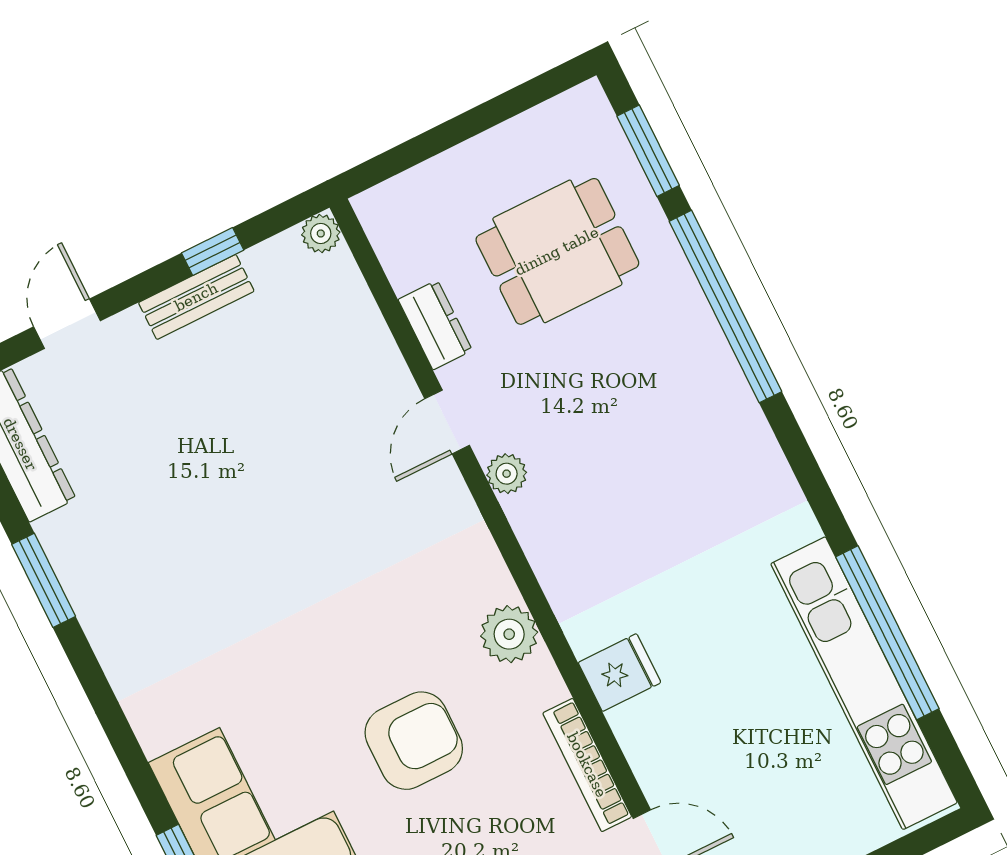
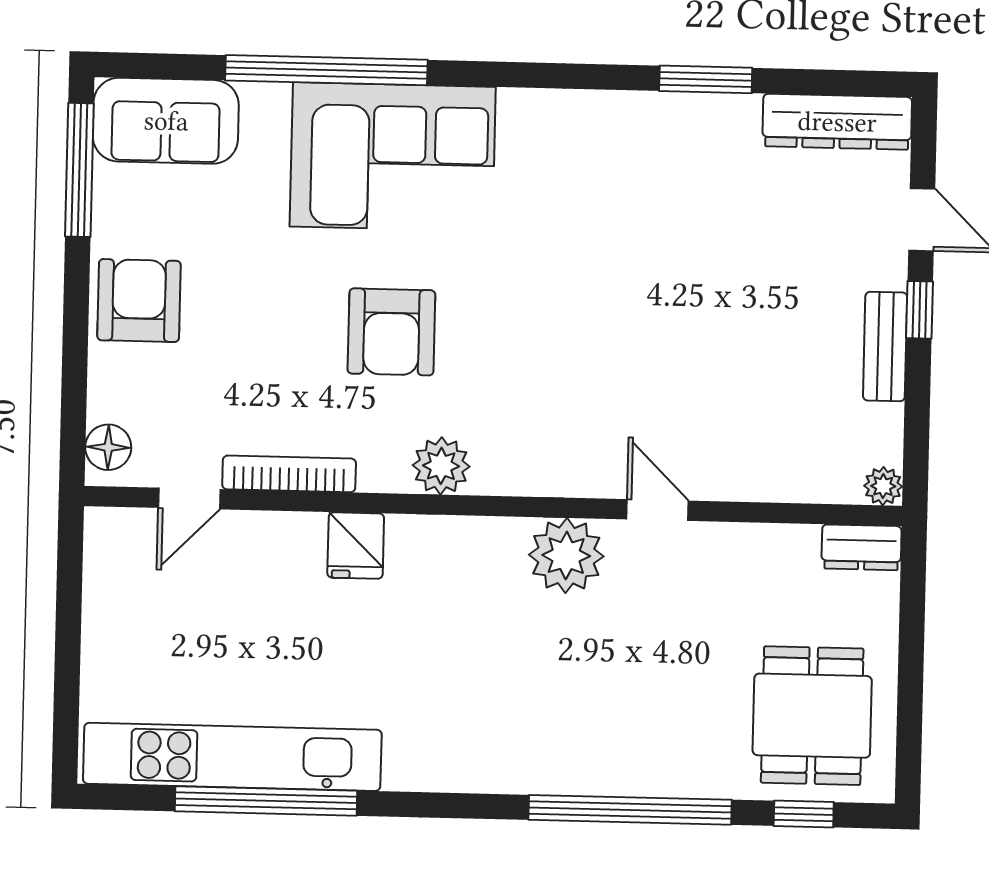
window: (648, 151) -> (804, 814), width x0.67
window: (213, 251) -> (919, 310), moved
dining table: (557, 251) -> (812, 716), moved
dresser: (435, 325) -> (861, 547), moved
plant: (507, 474) -> (566, 556), width x1.88, depth x1.88

